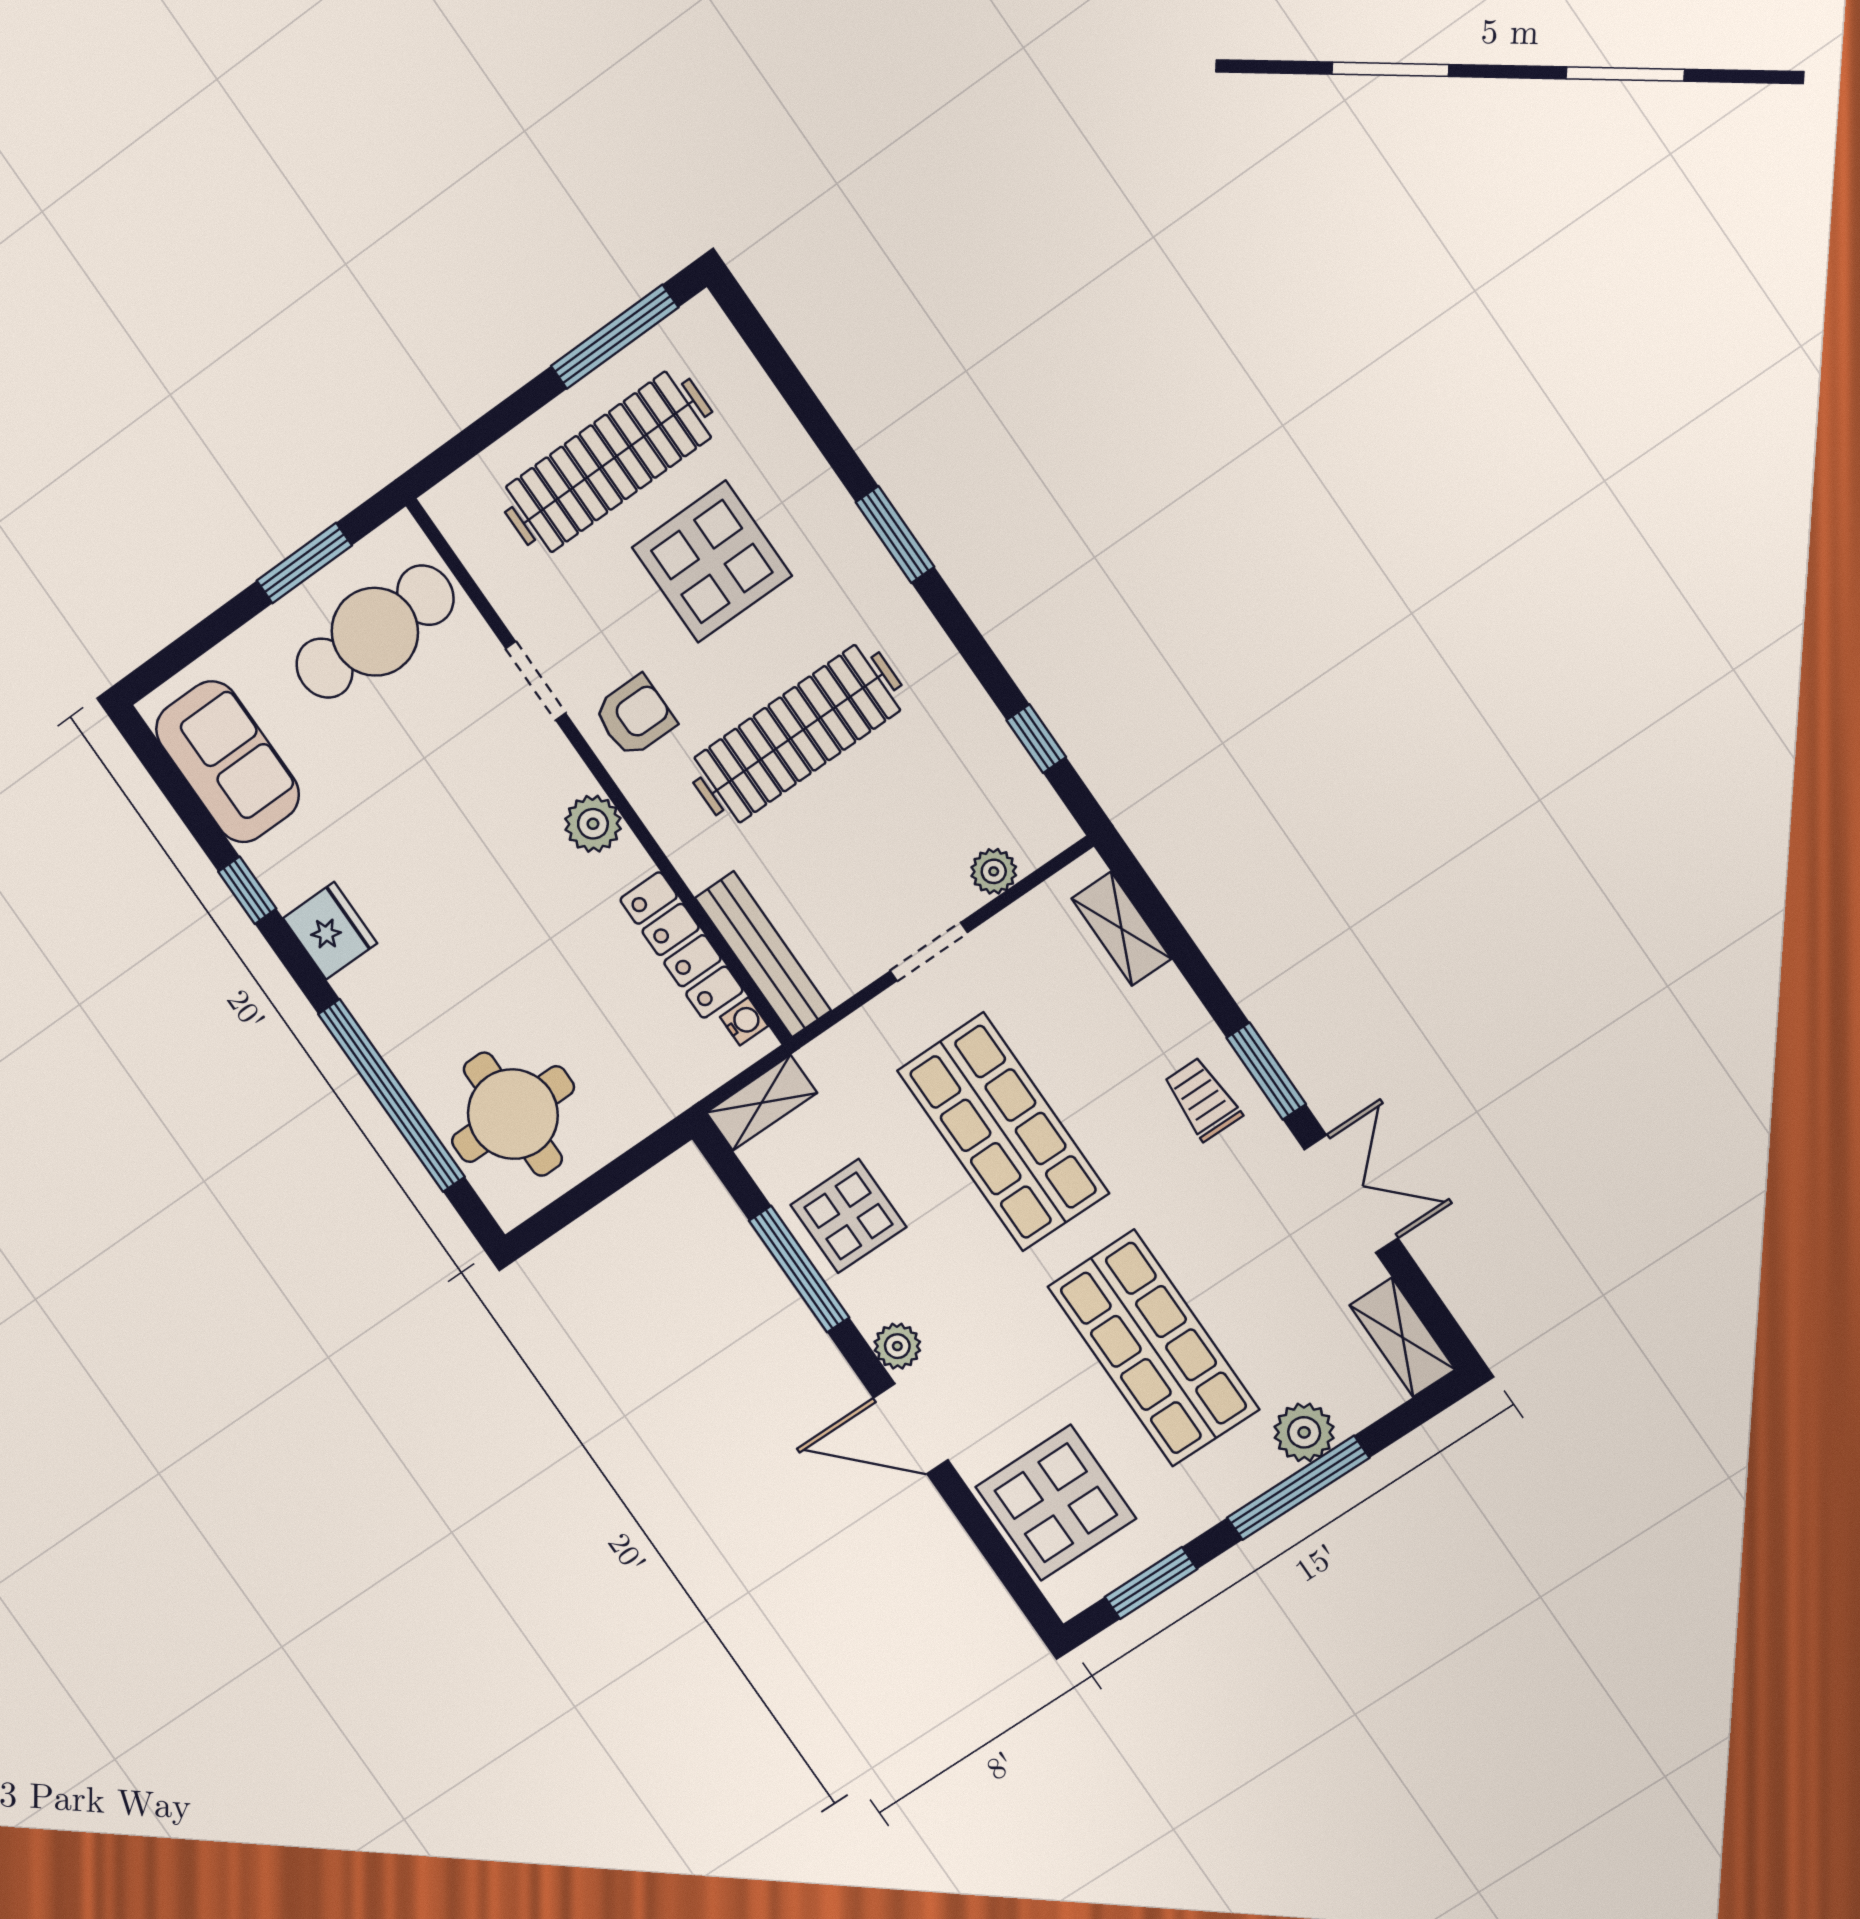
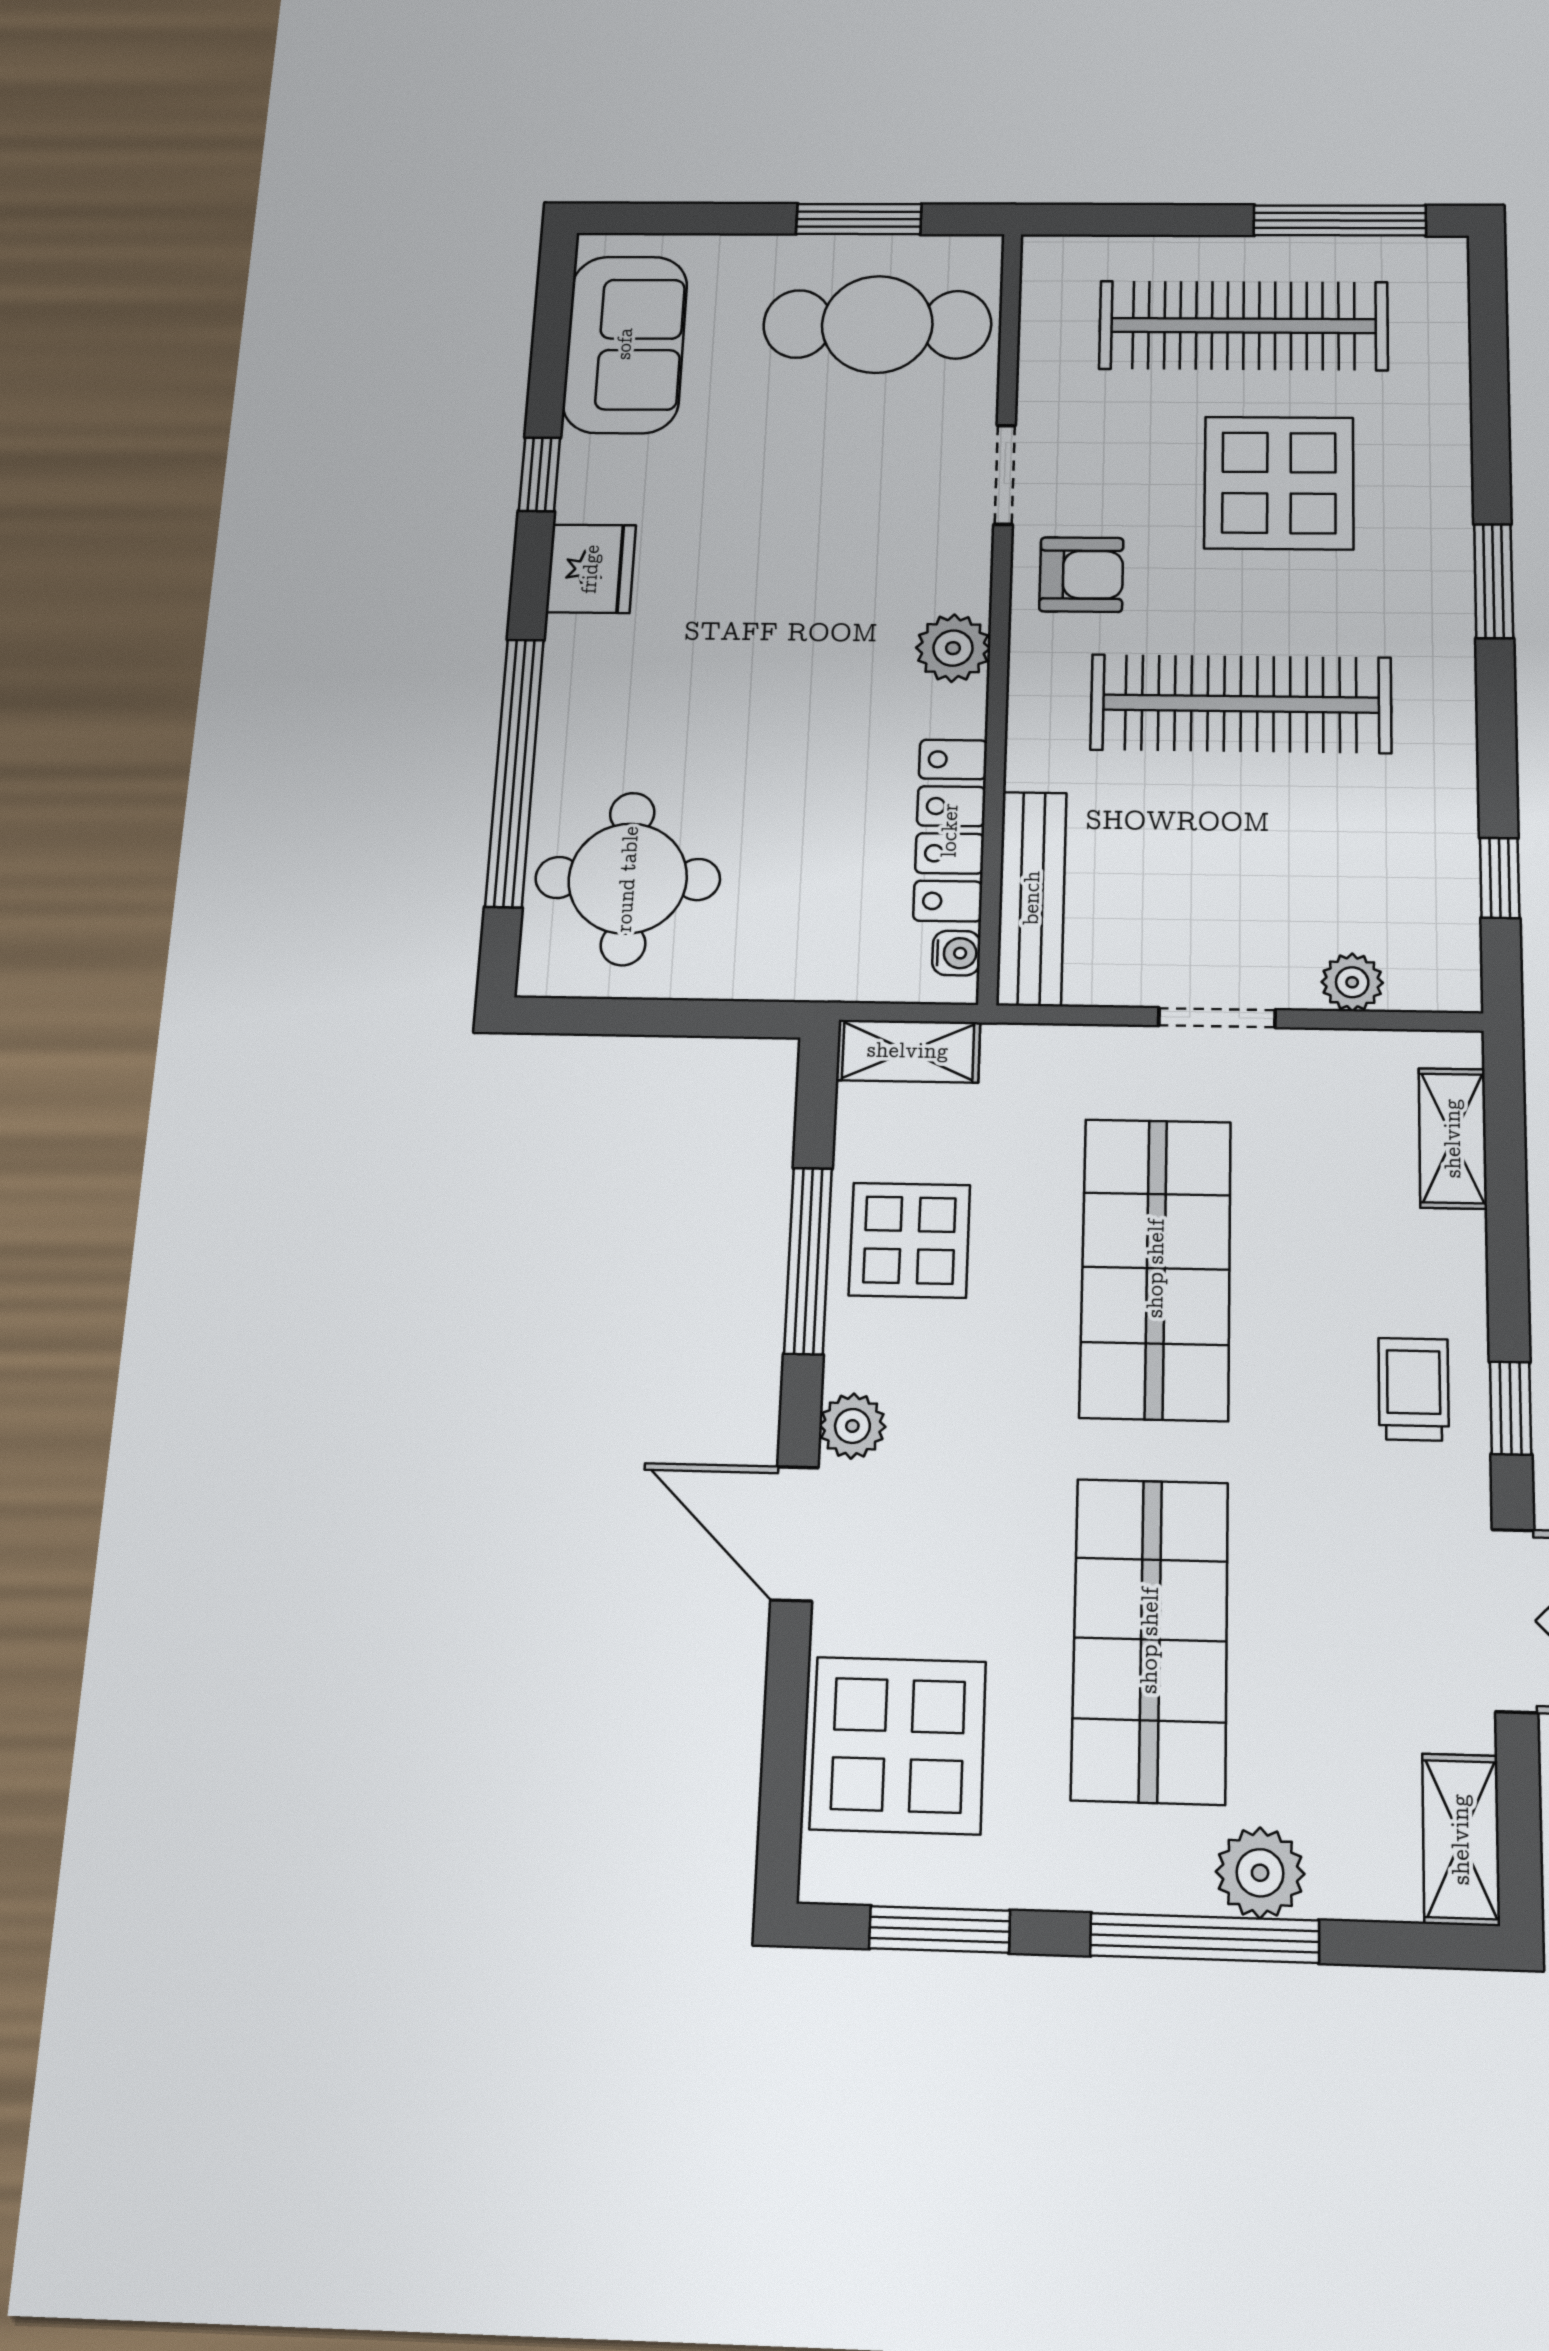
window: (1266, 1071) -> (1510, 1408), width x0.67

